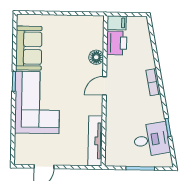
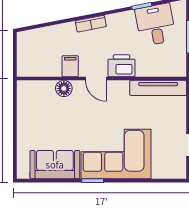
filing cabinet: (117, 23) -> (70, 66), moved
printer: (117, 43) -> (122, 66), moved

